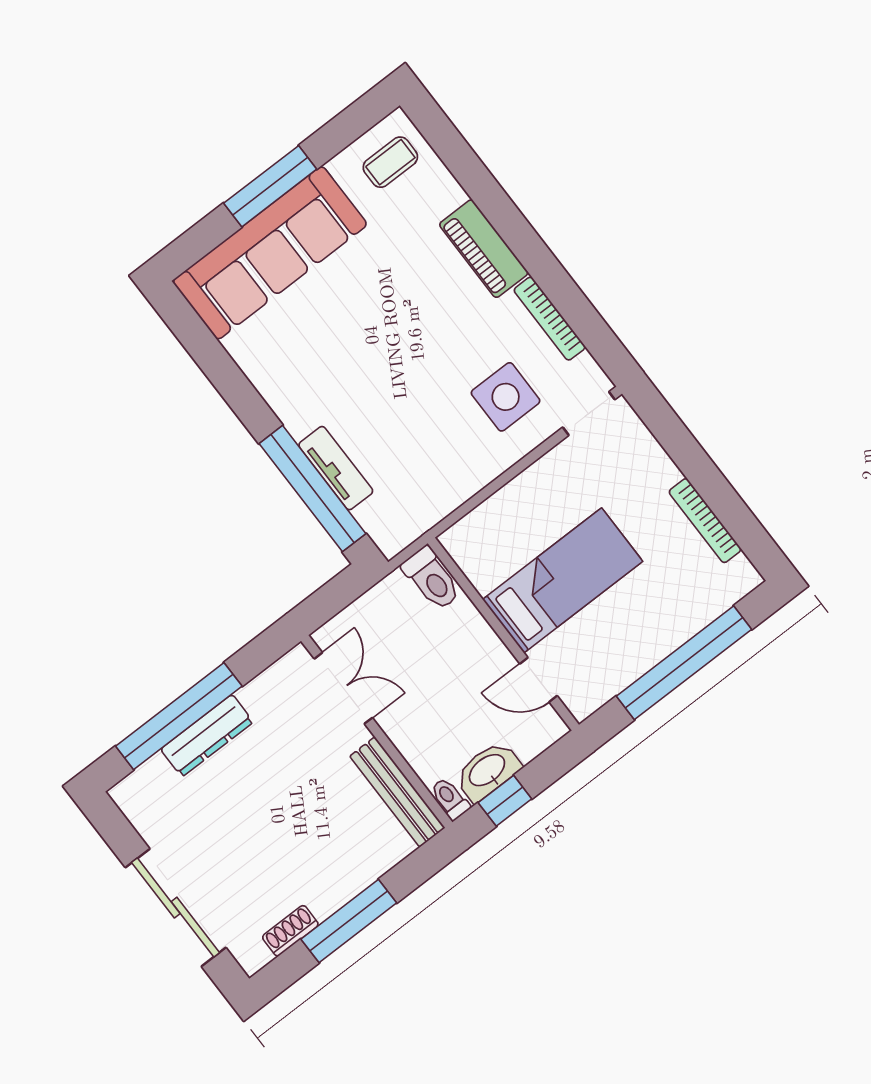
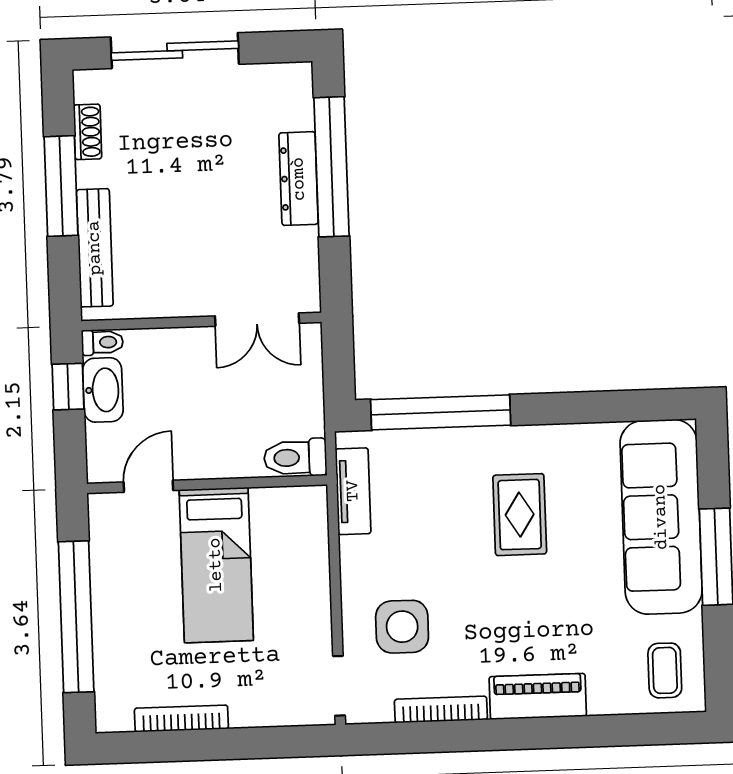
rug: (349, 367) -> (520, 515), added
tv unit: (336, 468) -> (353, 491), moved, turned -90
bench: (397, 792) -> (95, 248), moved, turned 90

